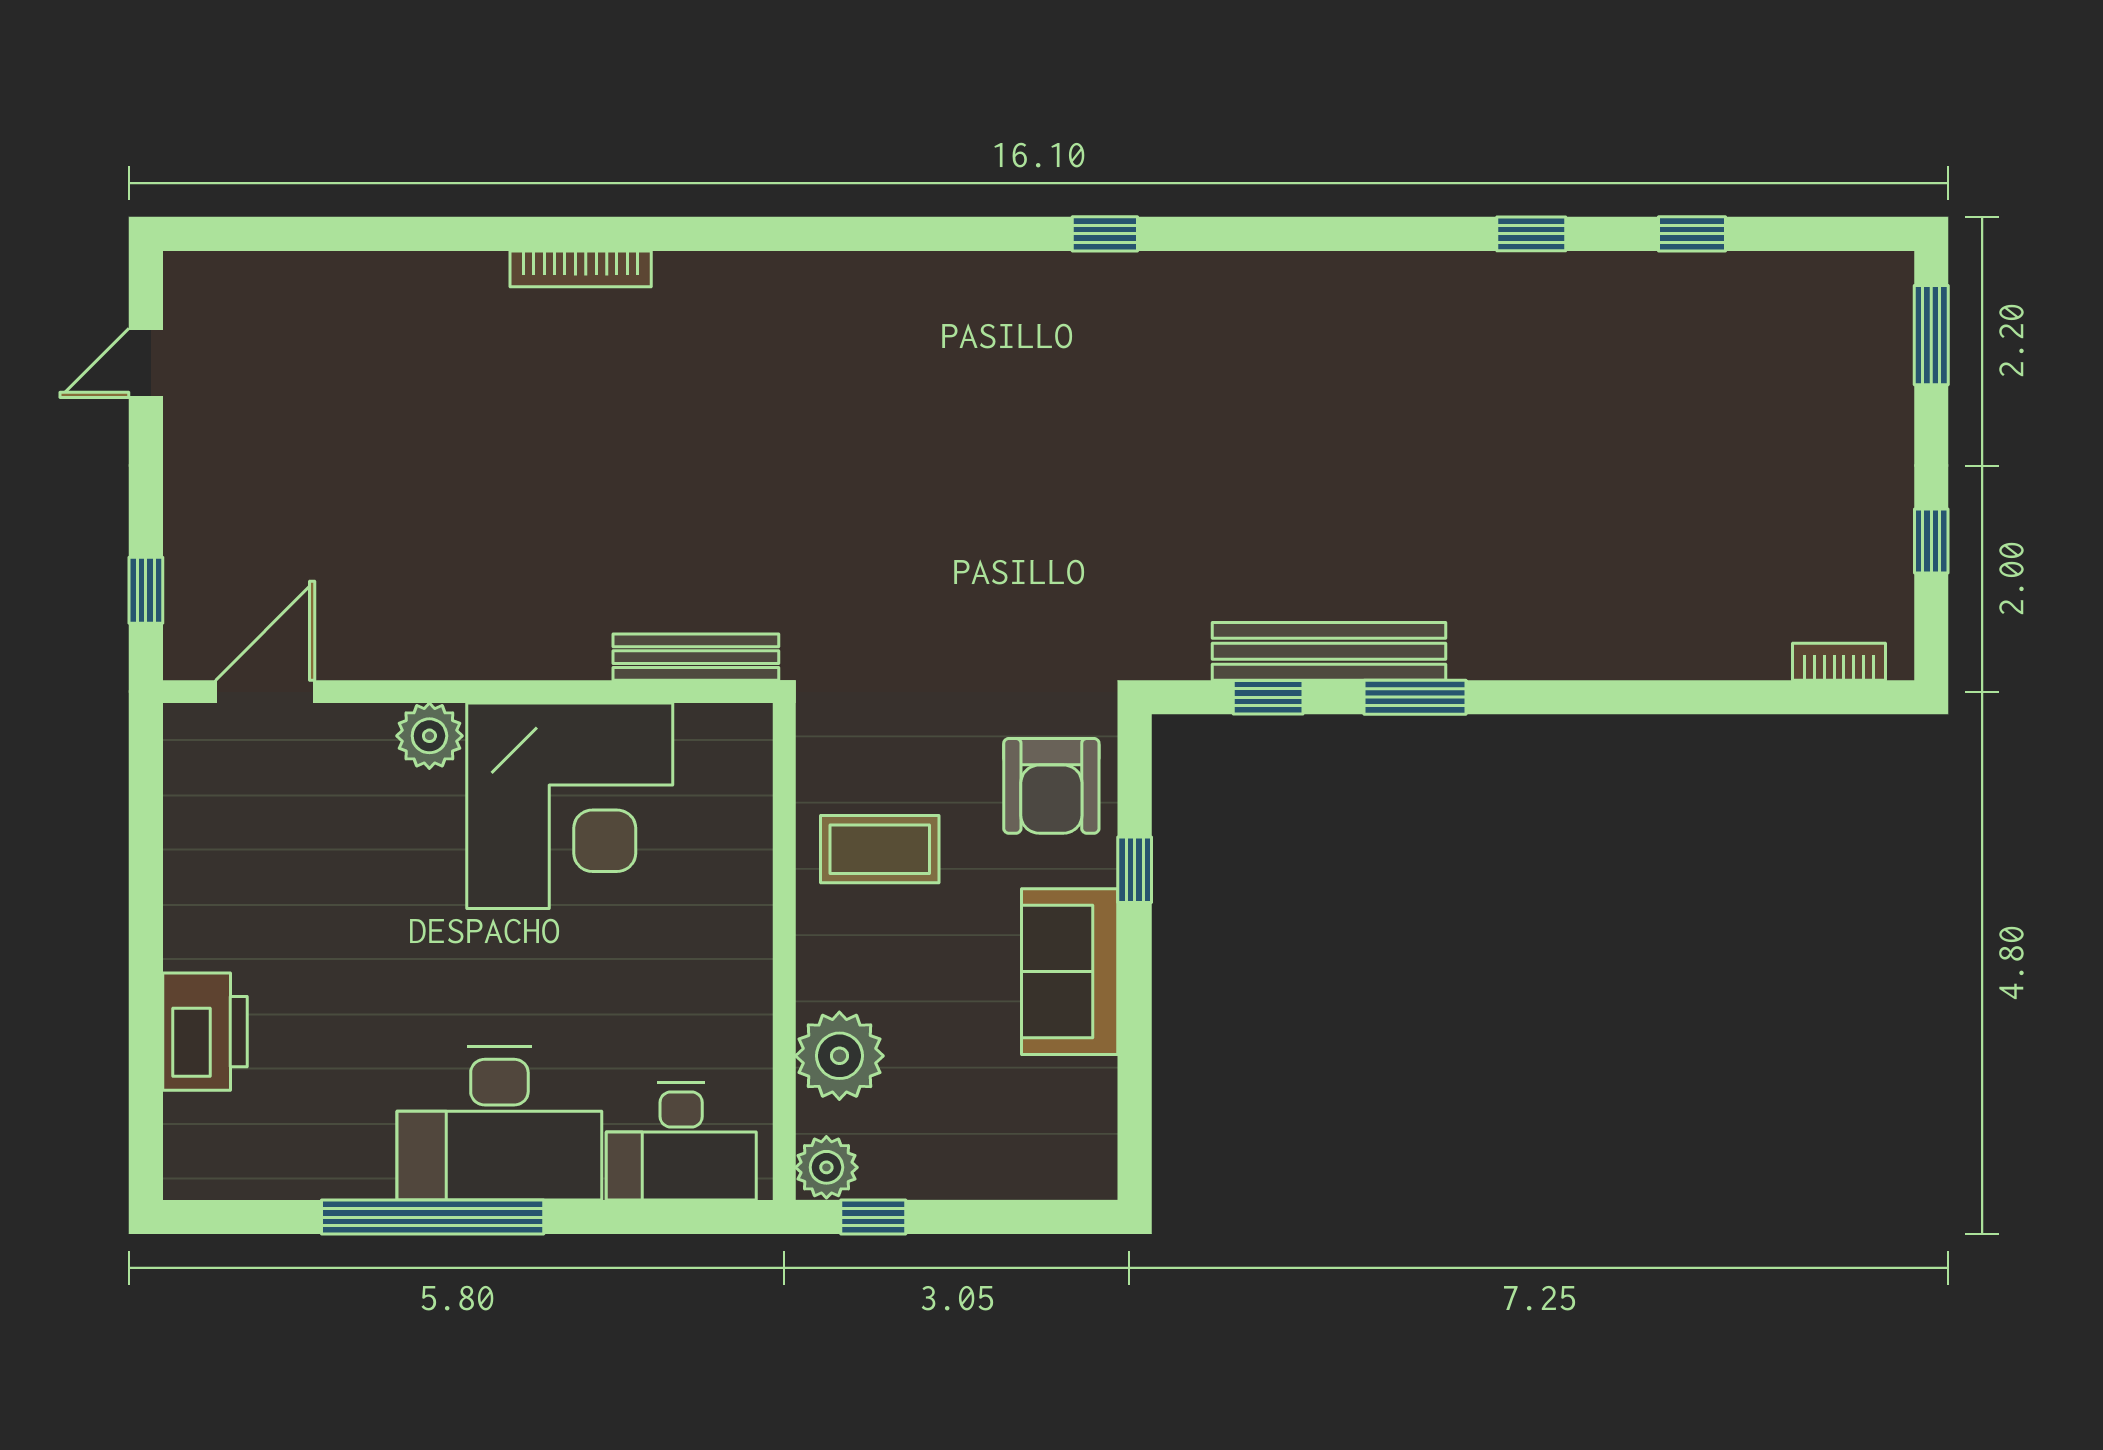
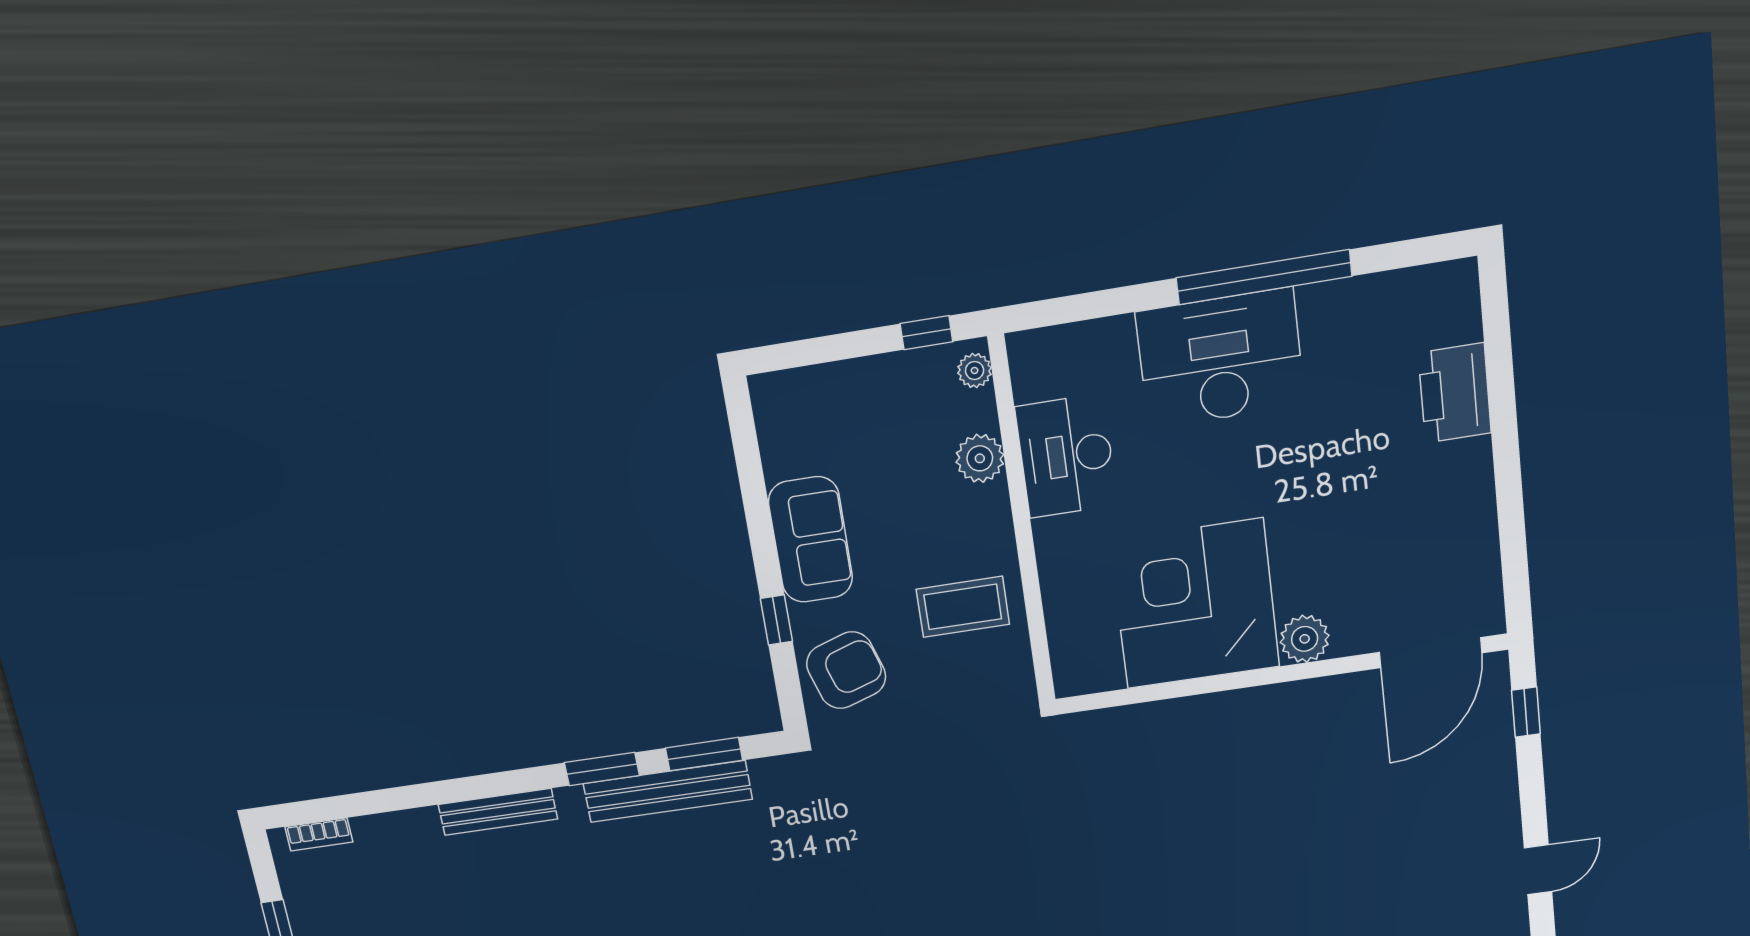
bench: (696, 657) -> (498, 812), moved
door: (265, 692) -> (1430, 653), width x1.36
window: (1268, 697) -> (704, 754), width x1.50
armchair: (1051, 786) -> (846, 670), turned 72
plant: (839, 1056) -> (980, 458), width x0.73, depth x0.73
desk: (681, 1141) -> (1066, 456), moved, turned -90
plant: (826, 1167) -> (975, 370), width x0.73, depth x0.73

